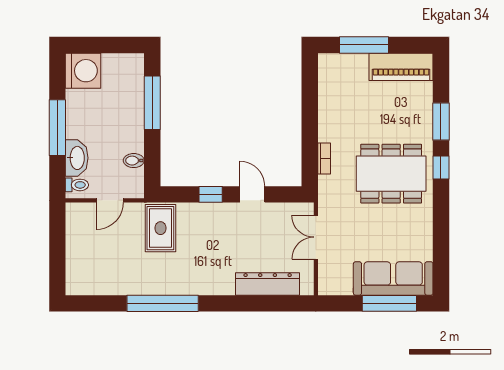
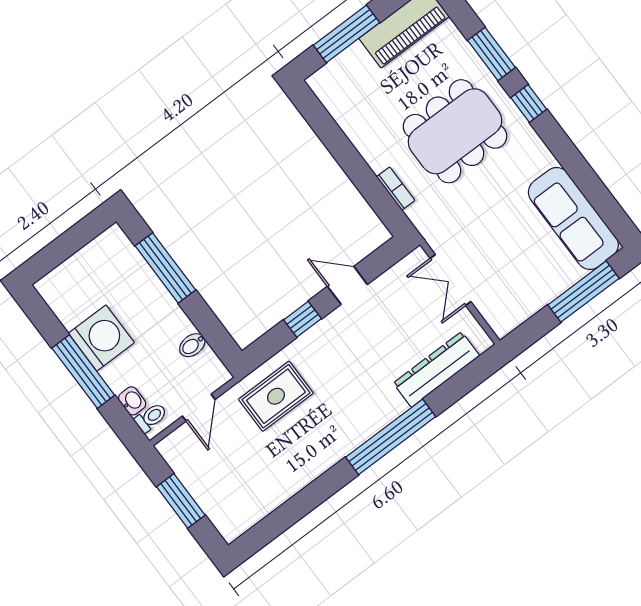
washing machine: (83, 71) -> (101, 338), moved
washbasin: (77, 158) -> (132, 401), width x0.52, depth x0.69
dining table: (391, 174) -> (455, 131), moved
rug: (160, 228) -> (276, 396), turned 90
window: (57, 248) -> (181, 501), added
sofa: (393, 278) -> (573, 219), moved, turned -90
window: (163, 303) -> (391, 437), moved

